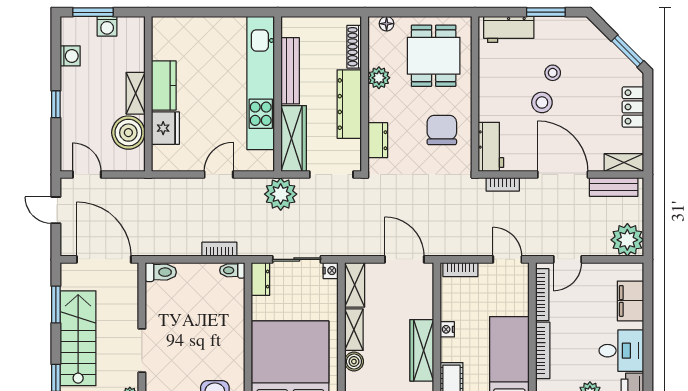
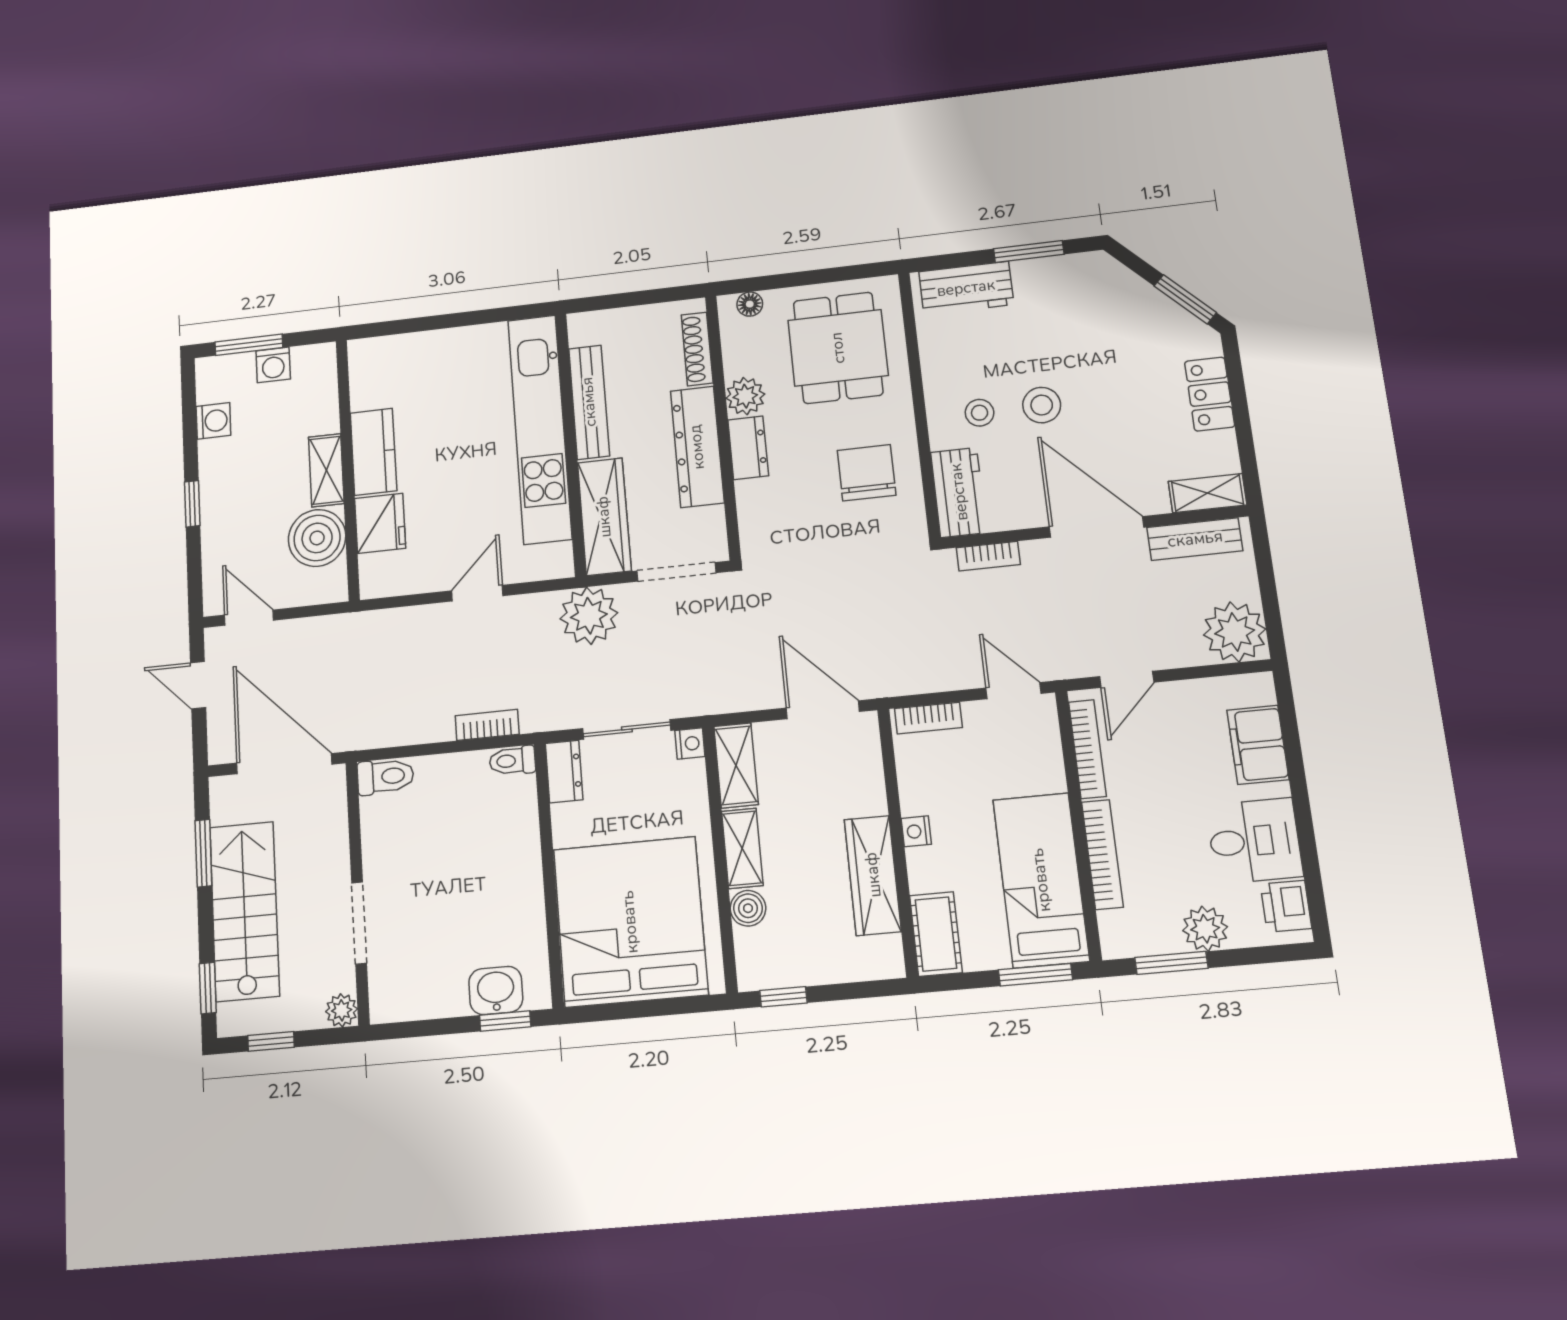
stool: (553, 73) -> (980, 413), moved
dresser: (378, 140) -> (748, 448), moved

